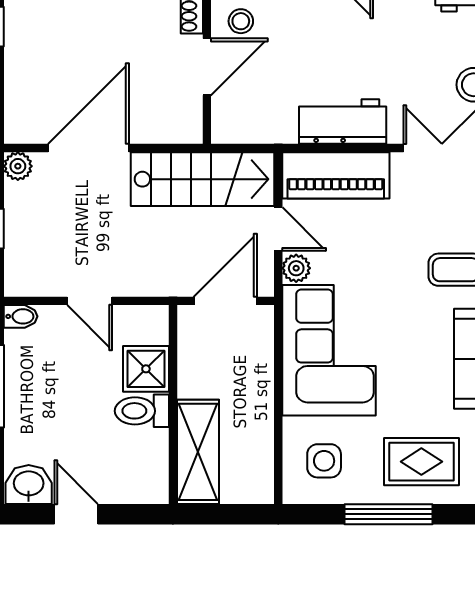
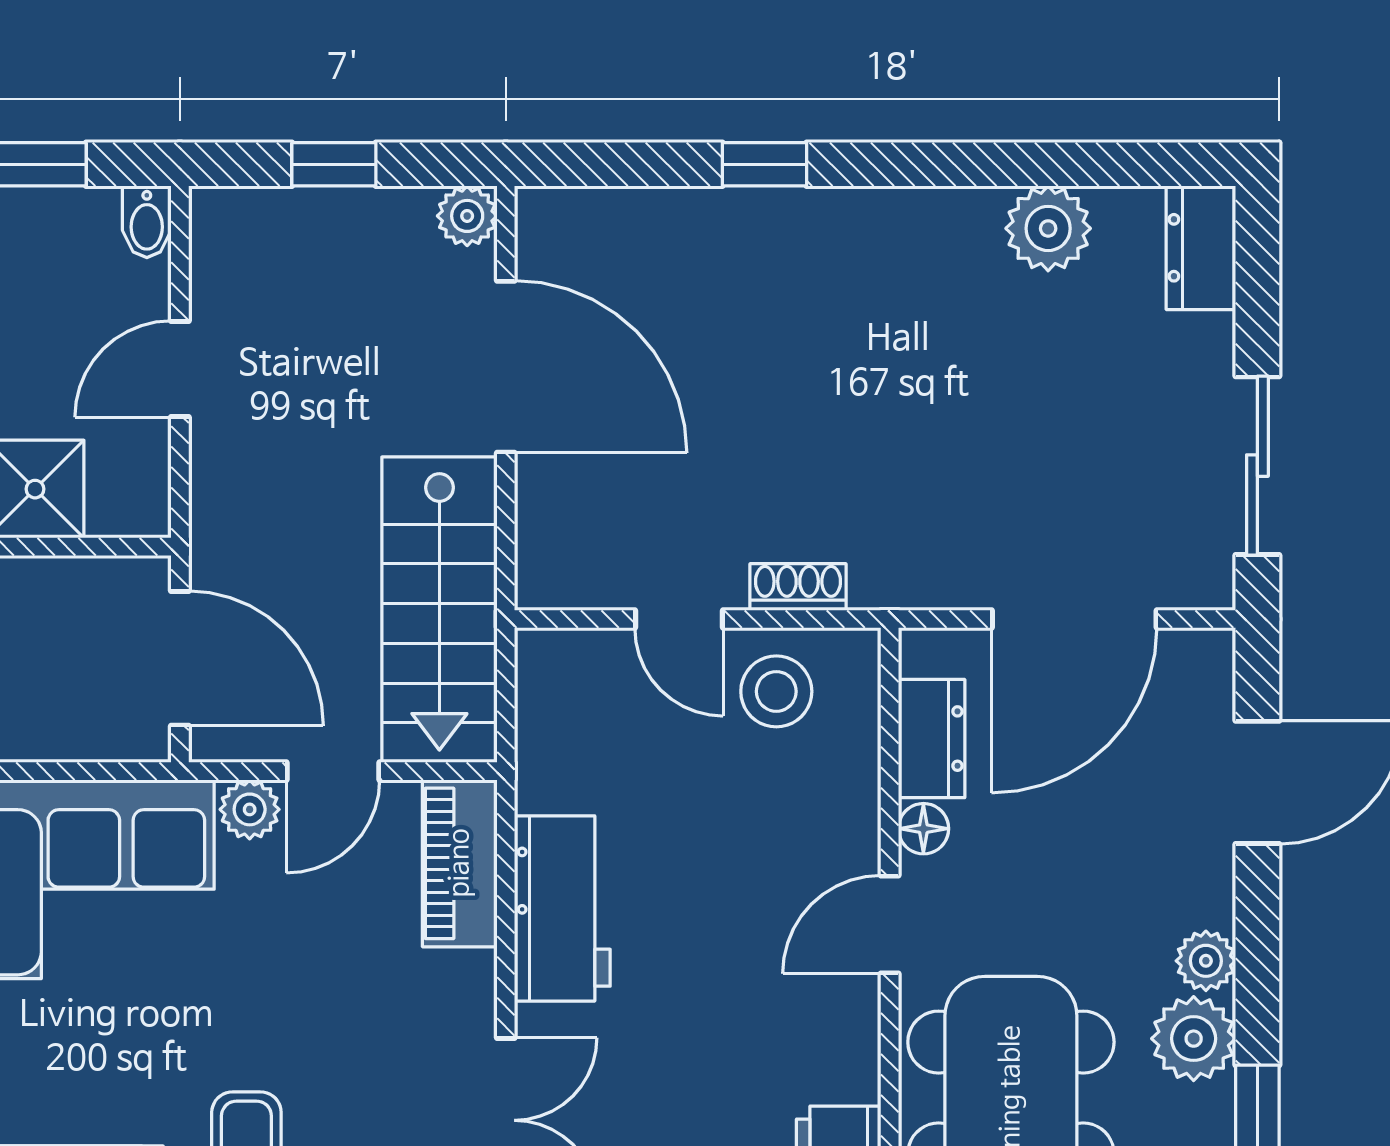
stool: (241, 21) -> (776, 691), width x1.37, depth x1.37
door: (207, 67) -> (679, 619), width x0.73
piano: (336, 175) -> (460, 863), width x0.73, depth x0.75

